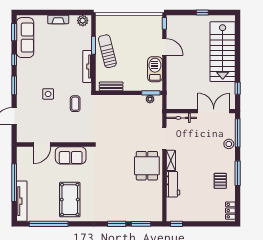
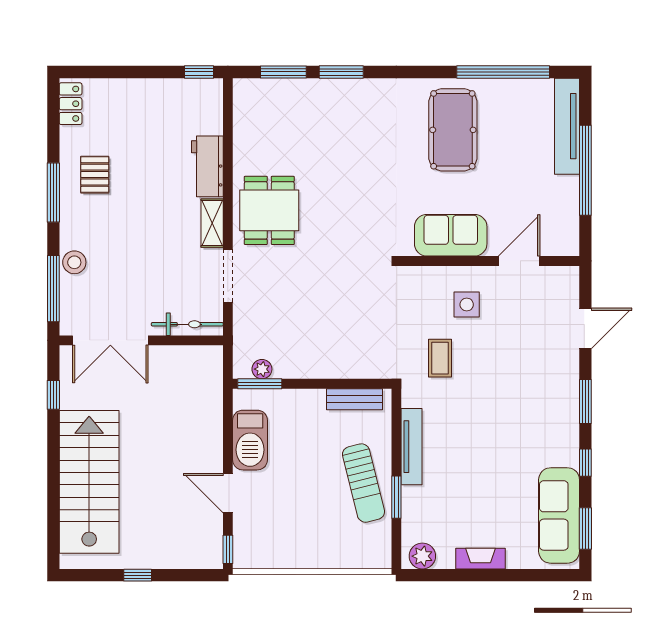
side table: (48, 94) -> (467, 305), moved

